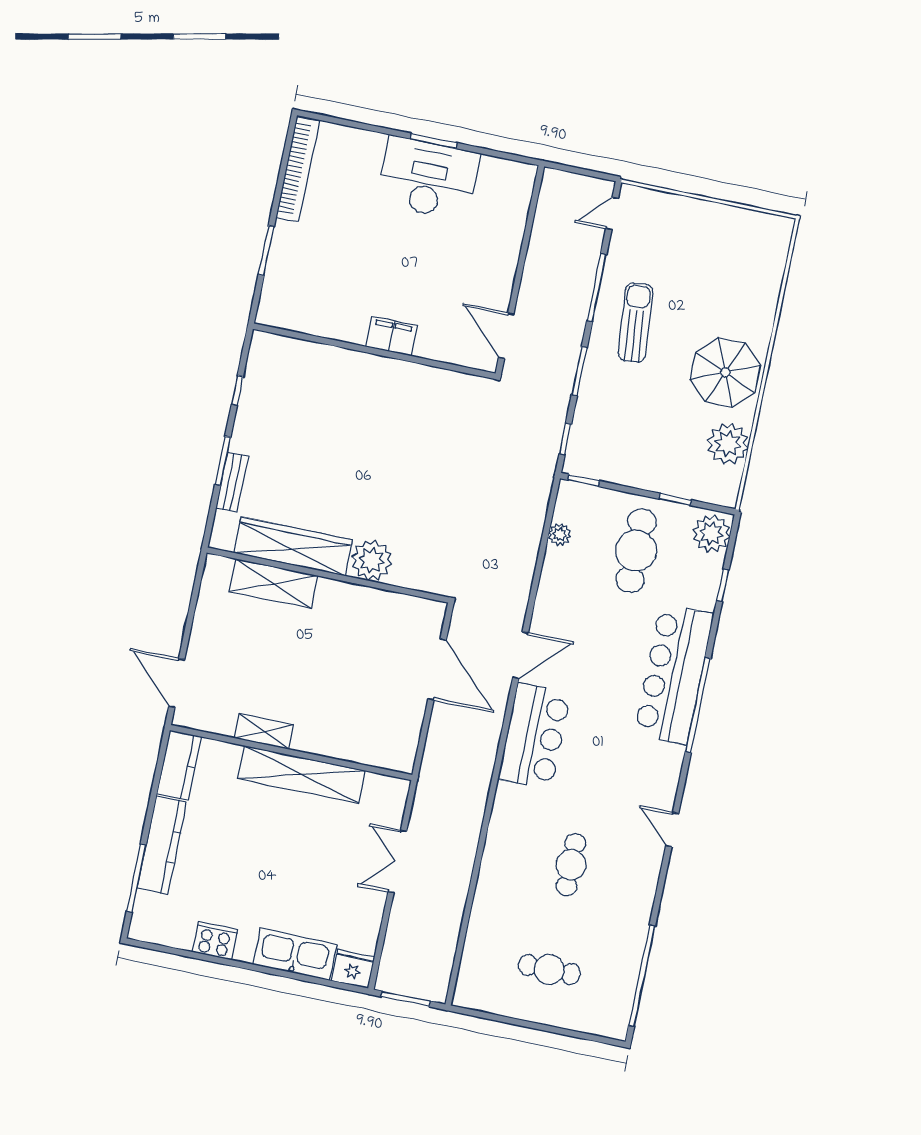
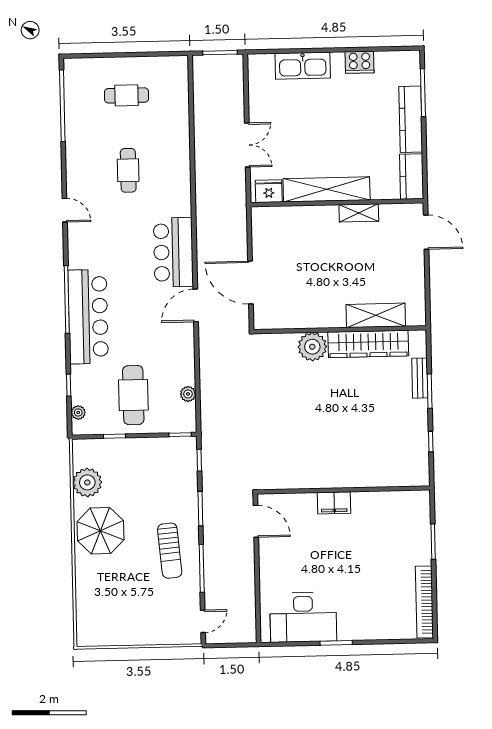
desk: (428, 178) -> (303, 617), moved
plant: (711, 533) -> (78, 412), width x0.53, depth x0.53
fridge: (353, 969) -> (269, 191), moved, turned 180

